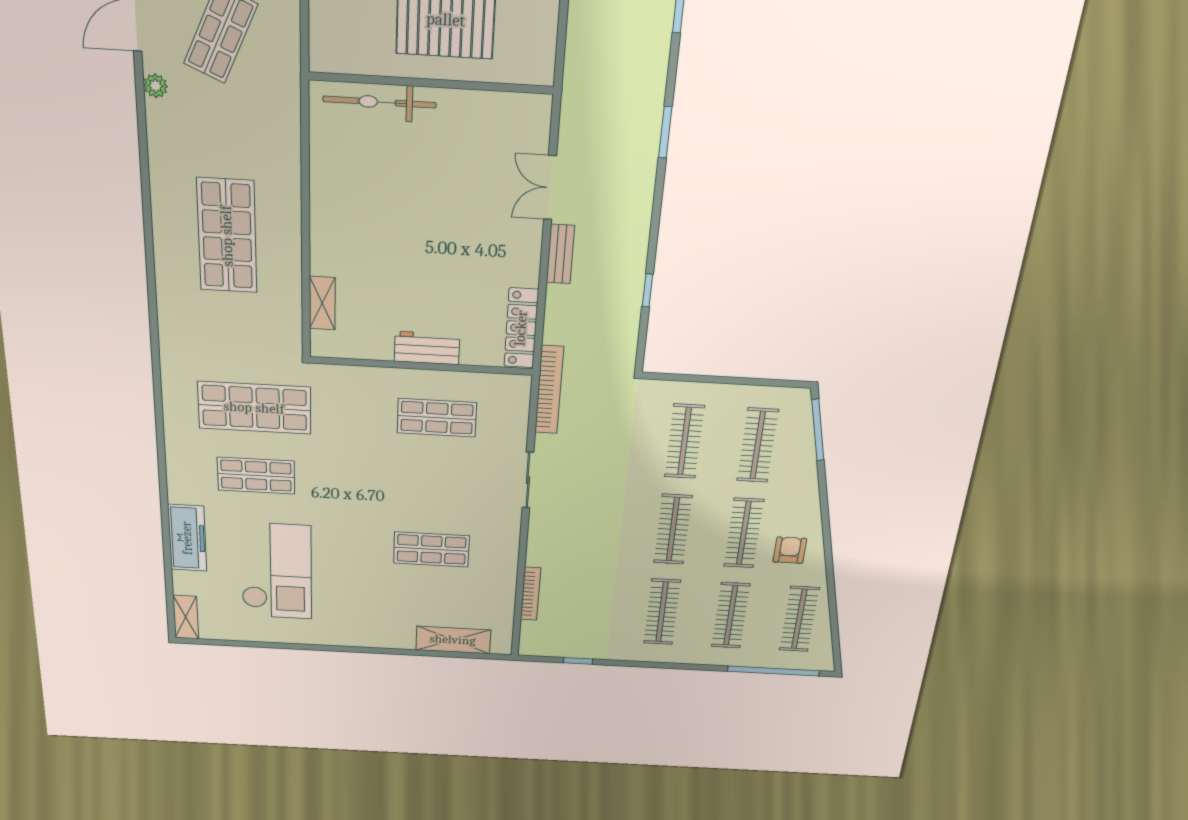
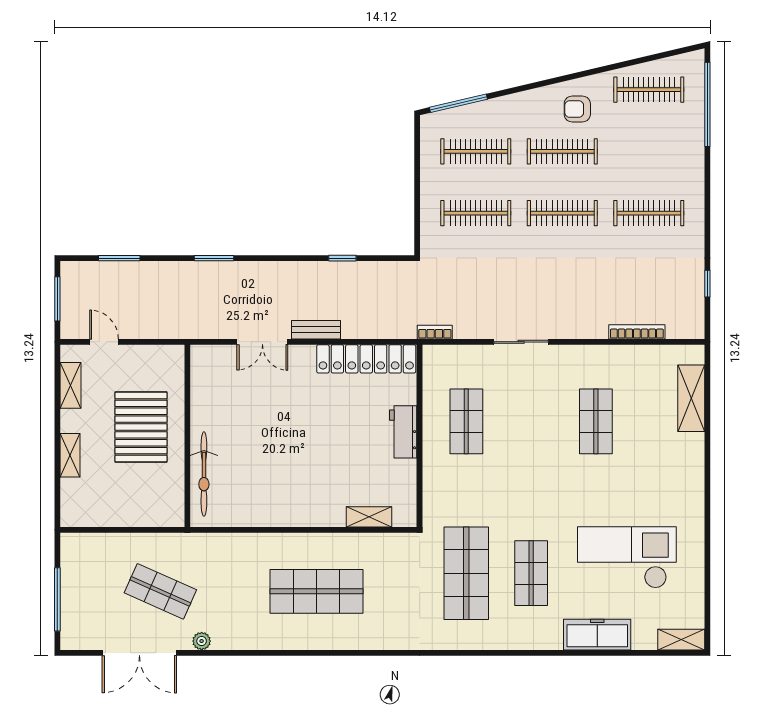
locker: (521, 328) -> (366, 359), width x1.41, depth x1.21
bookcase: (549, 390) -> (435, 332), width x0.43, depth x0.76
clothes rail: (731, 615) -> (649, 151), removed

